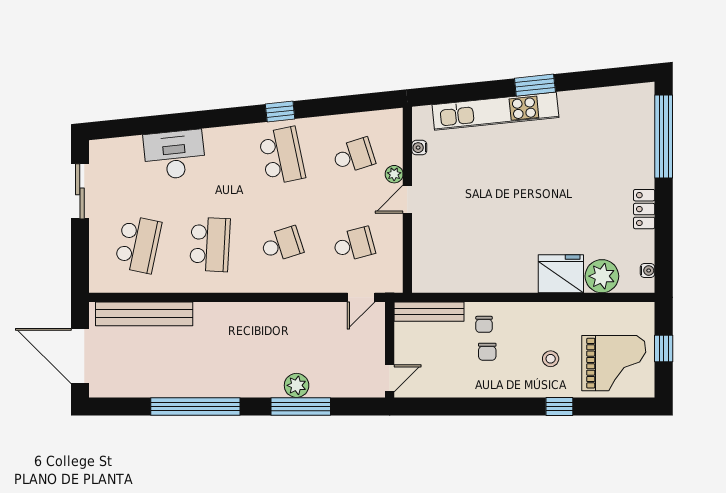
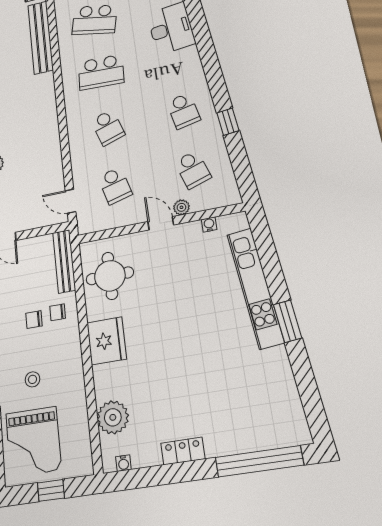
window: (280, 111) -> (228, 122), moved
school desk: (282, 156) -> (183, 111), width x0.54
round table: (455, 262) -> (110, 276), added
fridge: (561, 274) -> (107, 341), moved

